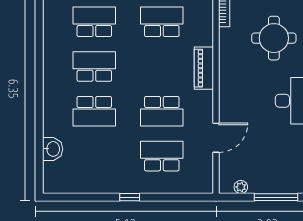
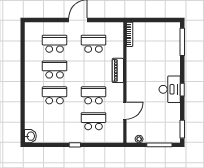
round table: (274, 38) -> (158, 53), removed
school desk: (94, 111) -> (55, 95), turned 180
school desk: (162, 111) -> (94, 95), turned 180
washbasin: (53, 149) -> (30, 136), moved

